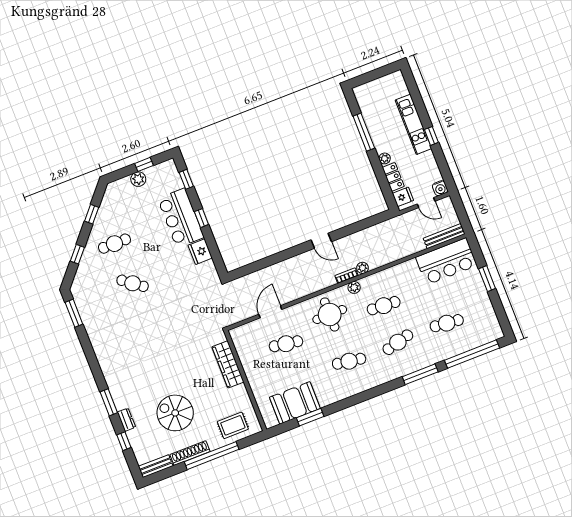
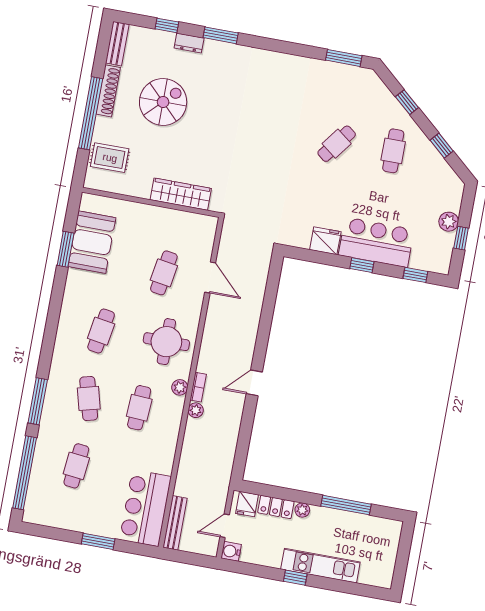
rug: (233, 425) -> (110, 158), turned 90

